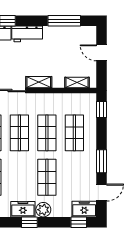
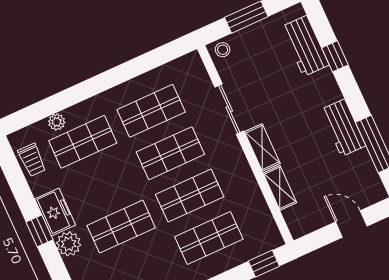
workbench: (27, 34) -> (343, 128), moved
door: (102, 53) -> (351, 224), hinge flipped
shelving: (77, 83) -> (280, 188), moved

